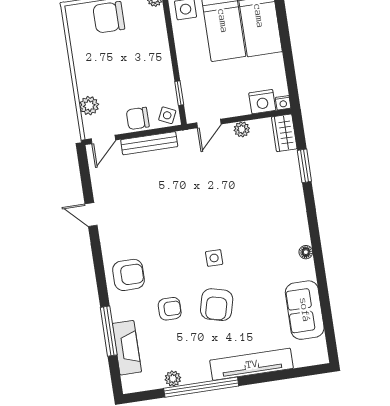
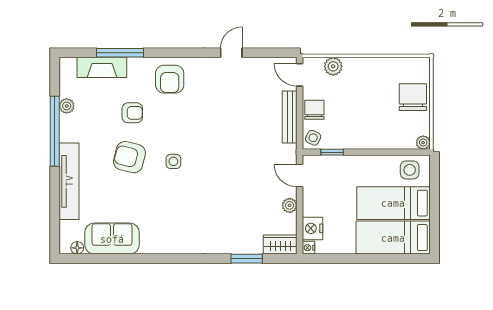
floor lamp: (306, 252) -> (77, 248), moved
armchair: (170, 309) -> (132, 113), turned -90

